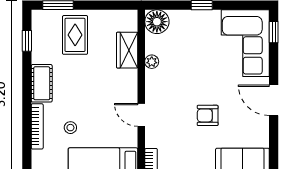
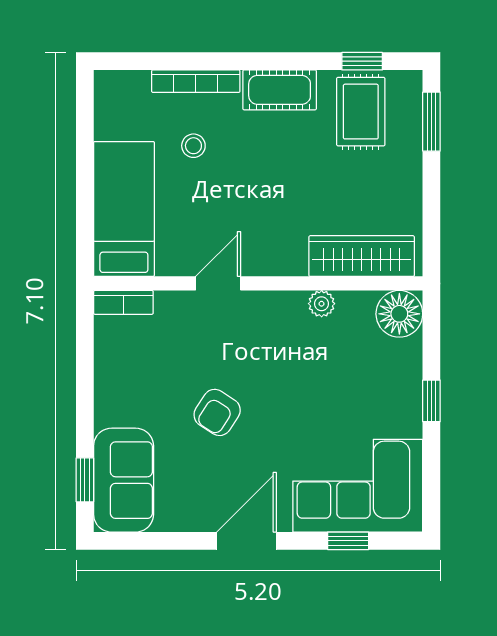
window: (274, 32) -> (348, 541), moved
rug: (75, 35) -> (361, 112), moved, turned 90
wardrobe: (127, 50) -> (362, 256), width x1.50
armchair: (208, 115) -> (217, 412), turned -147

